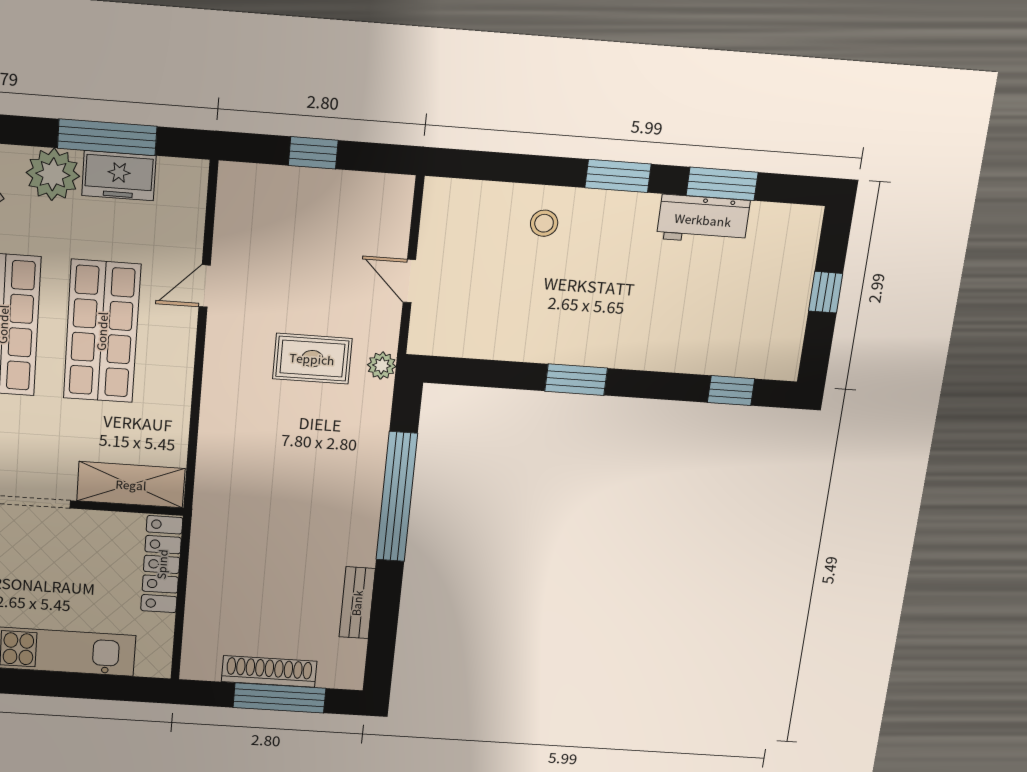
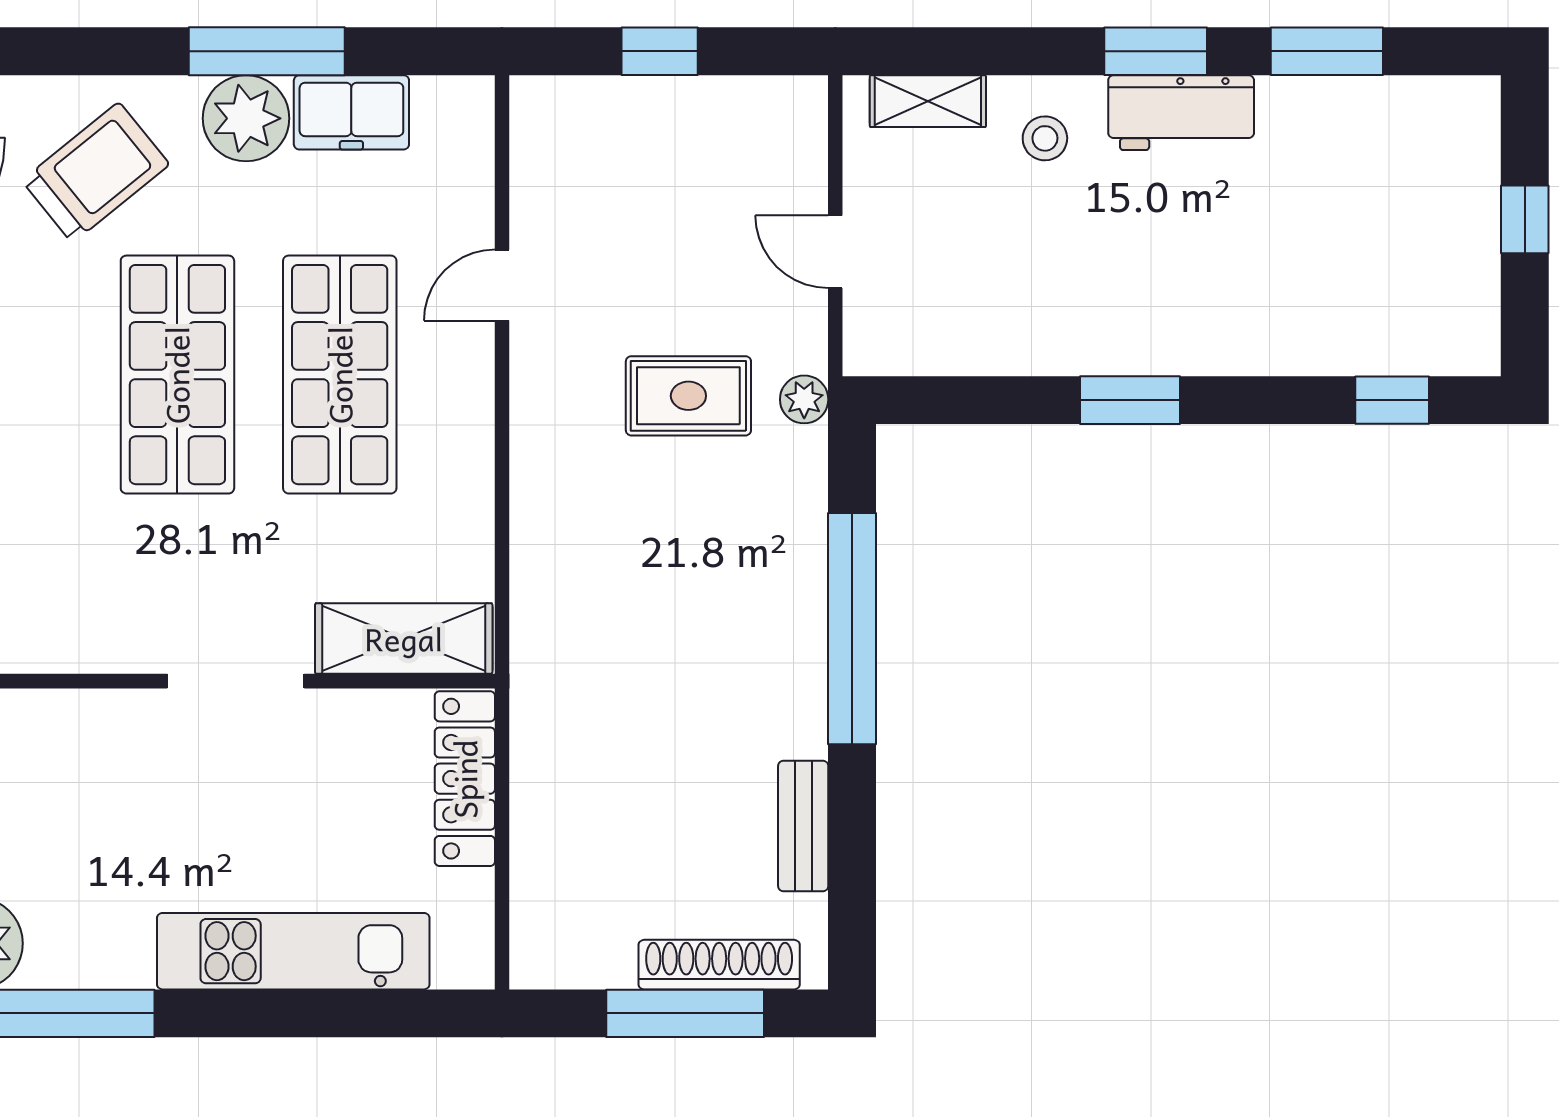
window: (107, 137) -> (267, 51), moved
shelving: (475, 196) -> (928, 101), added
workbench: (703, 220) -> (1181, 113), moved
shoe rack: (269, 671) -> (719, 965), moved

